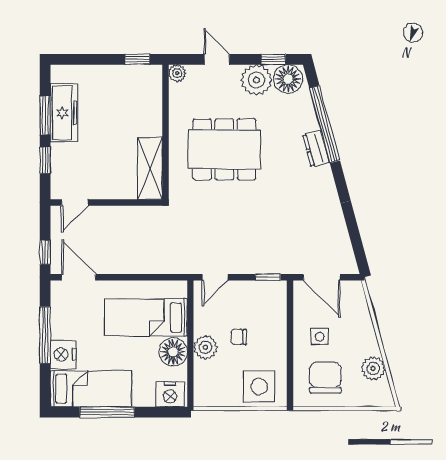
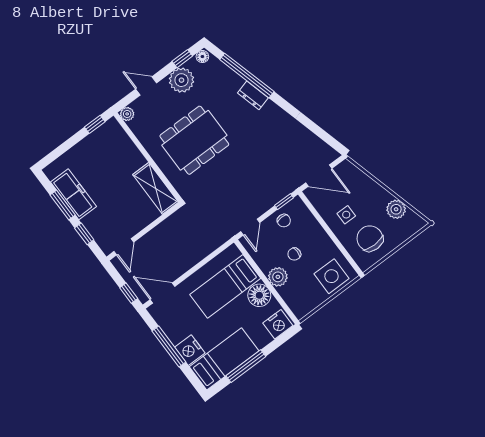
floor lamp: (288, 79) -> (202, 57), width x0.53, depth x0.53
chair: (253, 296) -> (284, 221), added

